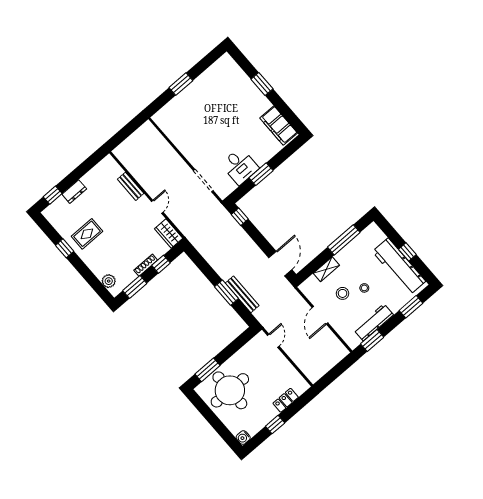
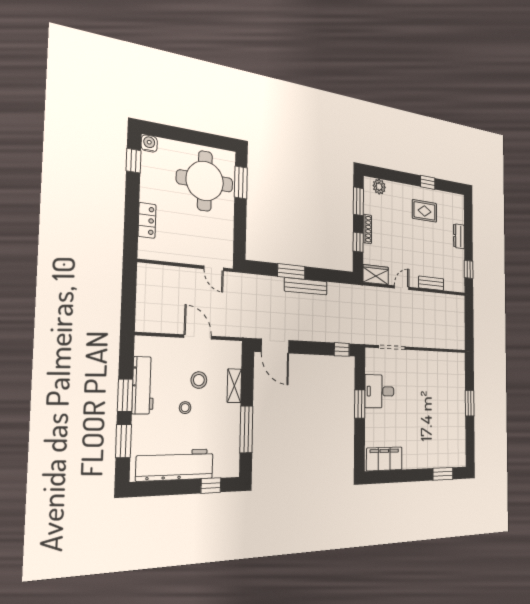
window: (262, 84) -> (443, 474), moved
window: (53, 195) -> (469, 269), moved
door: (157, 207) -> (402, 288), swing flipped
rug: (87, 234) -> (424, 211), turned 90
window: (407, 252) -> (211, 486), moved
bench: (242, 294) -> (306, 286), moved
window: (372, 340) -> (125, 395), moved
window: (275, 425) -> (134, 161), moved

